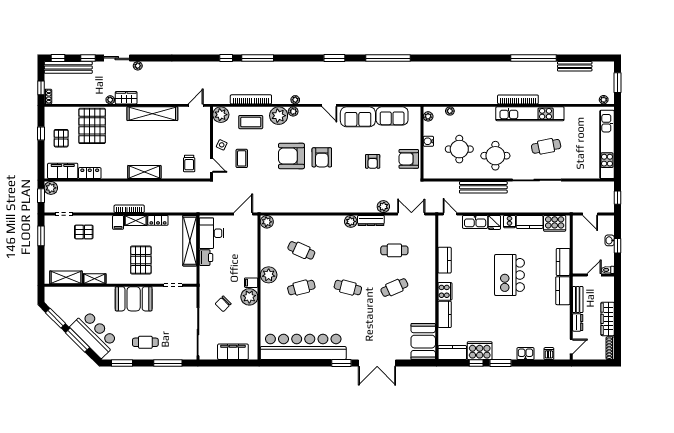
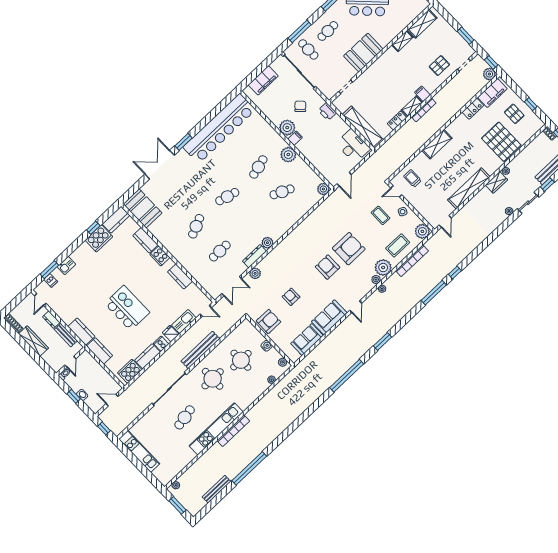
door: (329, 105) -> (356, 307), swing flipped
kitchen unit: (607, 144) -> (139, 451), width x0.73
printer: (206, 258) -> (327, 112), moved
pallet: (141, 260) -> (383, 83), removed
cafe table: (175, 342) -> (308, 49), added
window: (501, 363) -> (49, 270), moved

